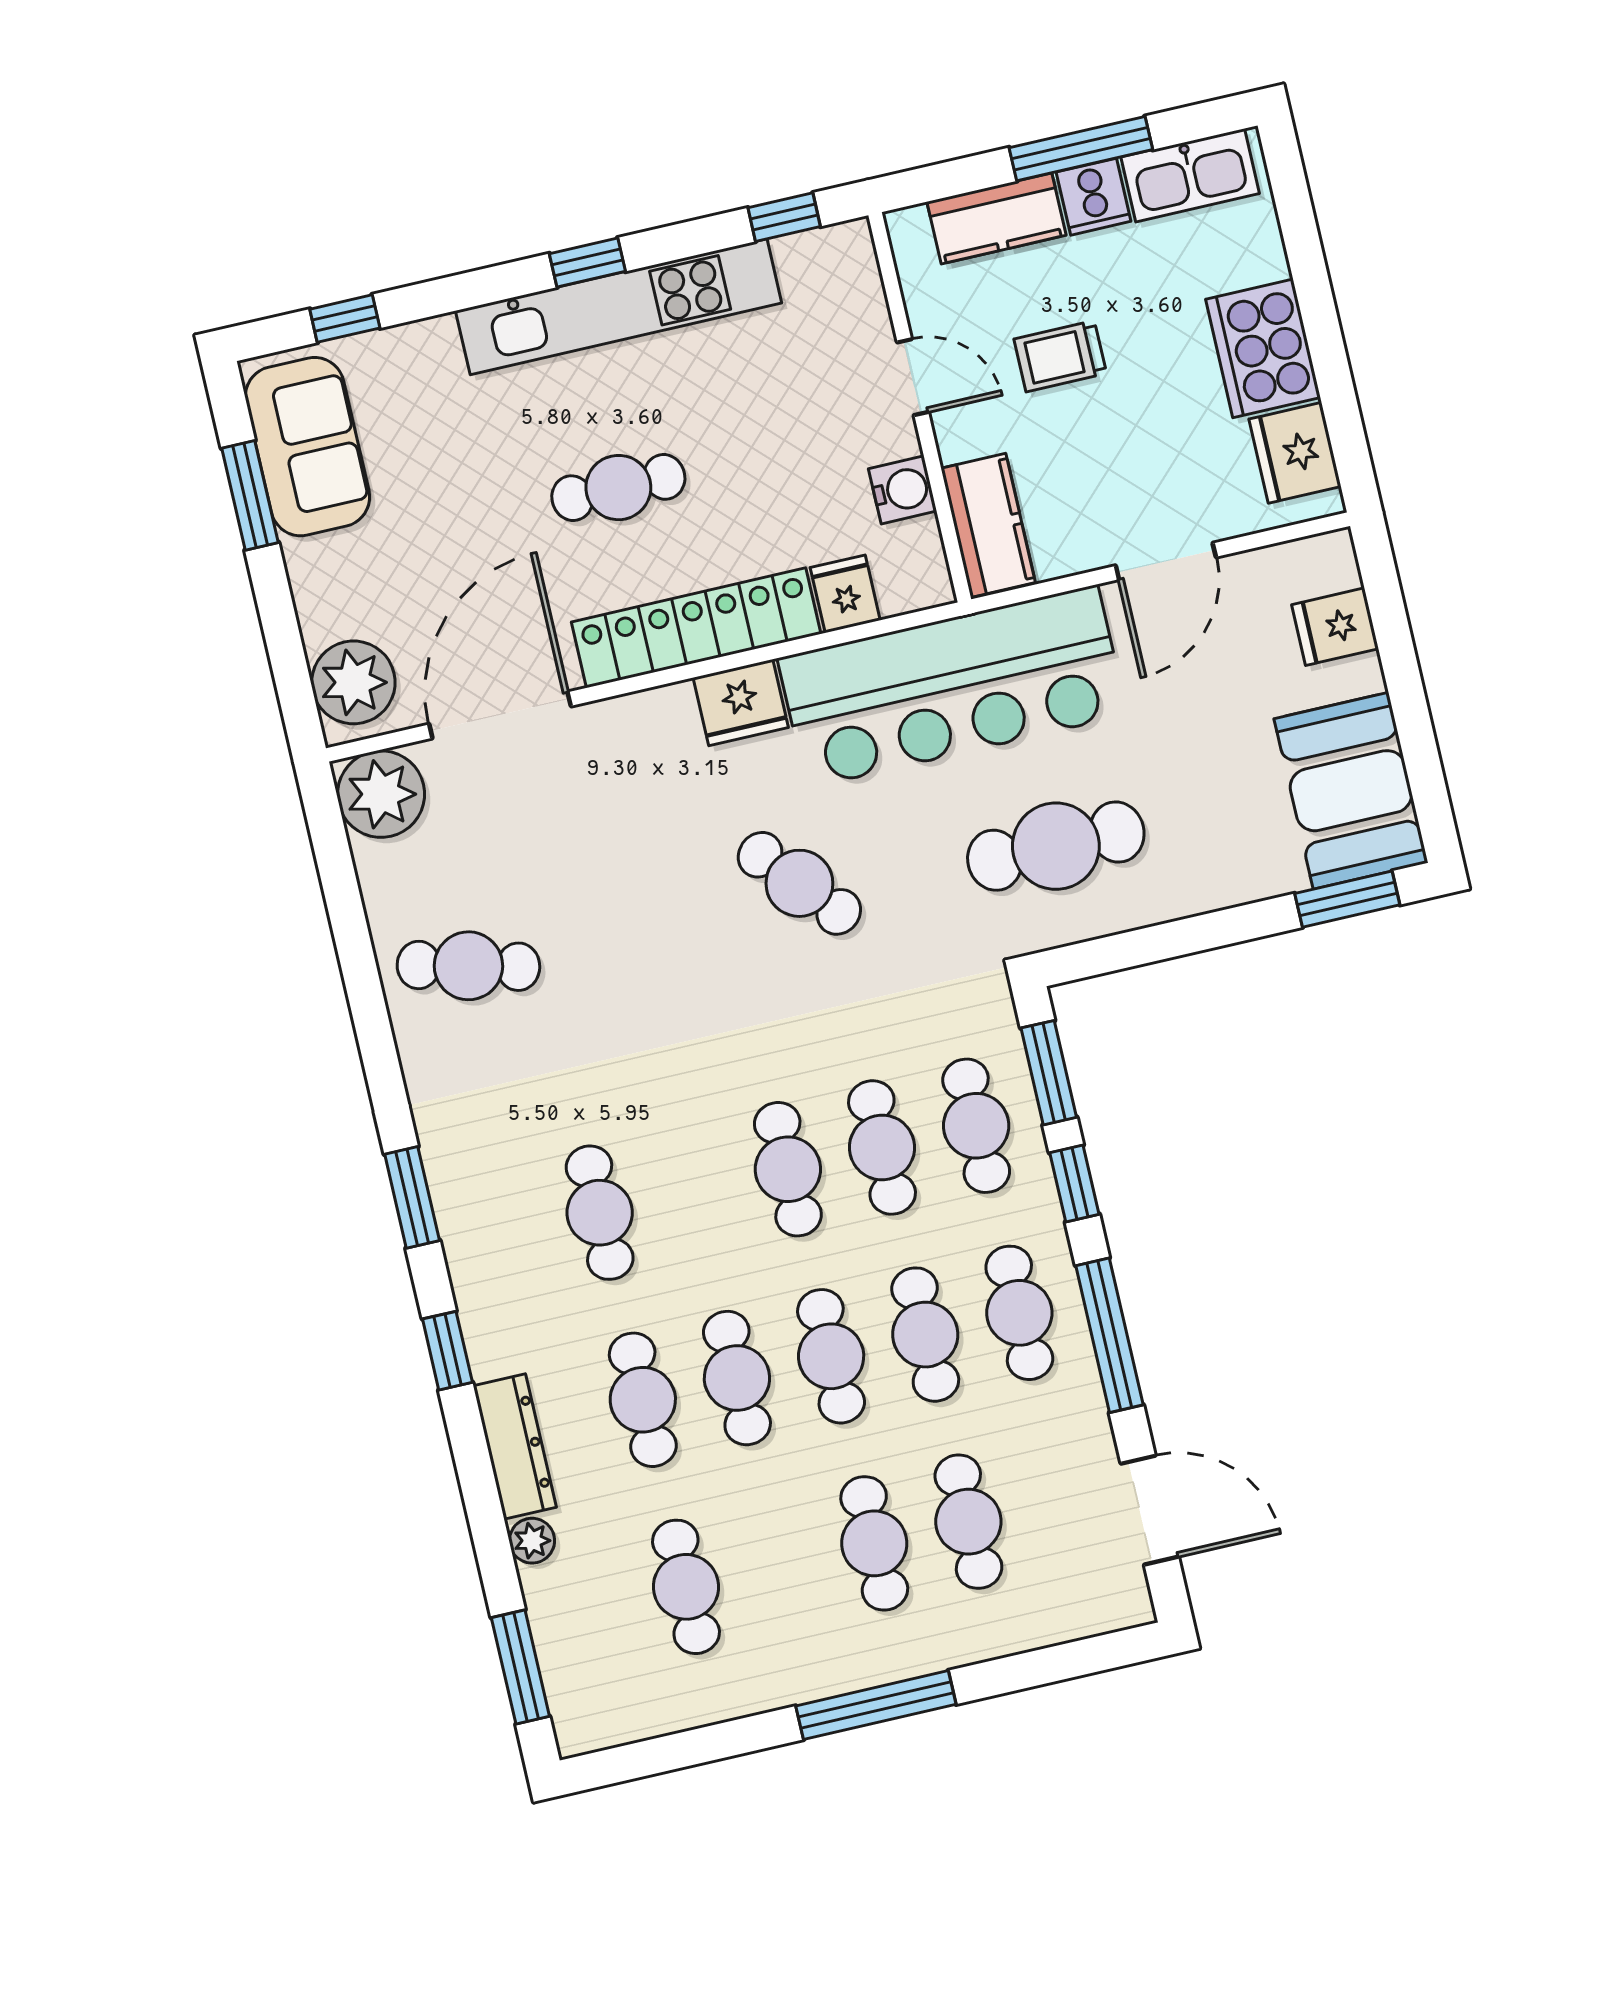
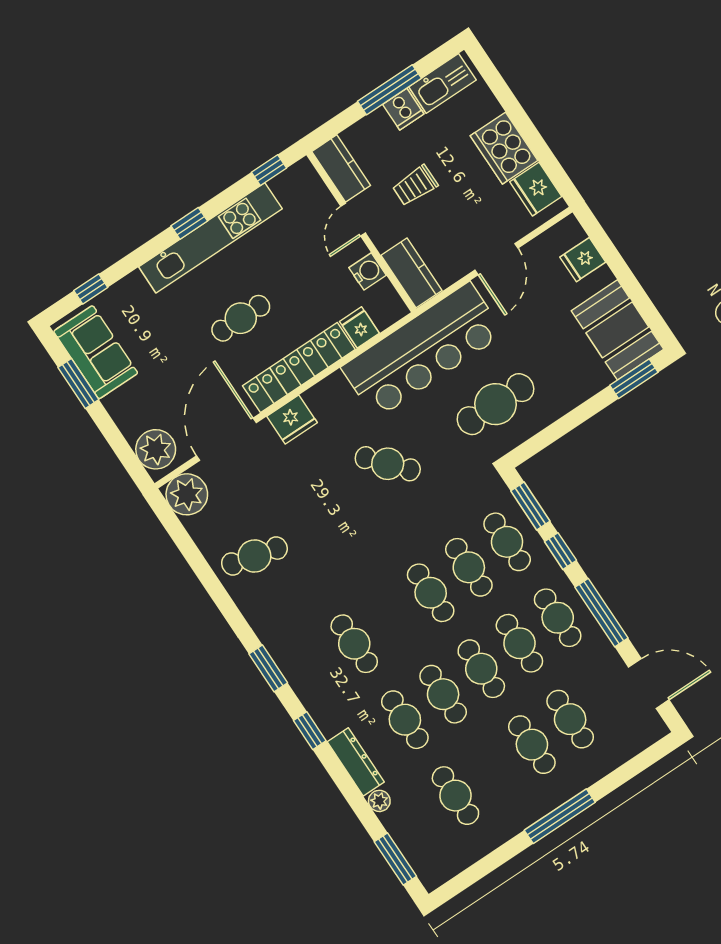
kitchen counter: (997, 219) -> (341, 168), moved, turned -90
door: (913, 377) -> (353, 220), swing flipped
fridge: (741, 703) -> (292, 419), moved

